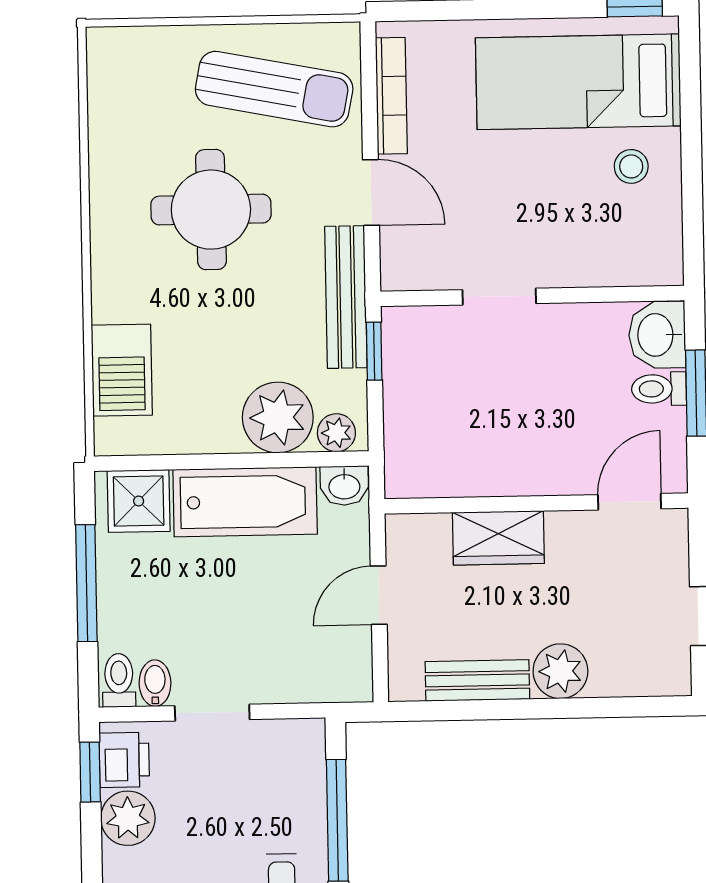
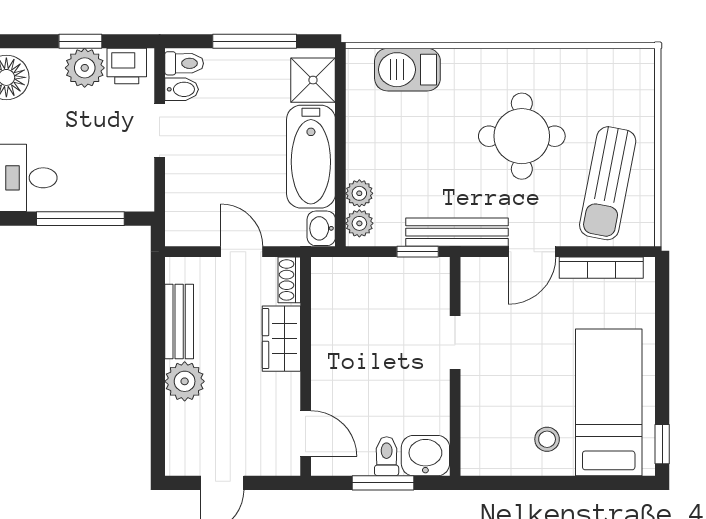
plant: (278, 417) -> (359, 193), width x0.53, depth x0.53
shoe rack: (417, 529) -> (289, 280), added
window: (90, 772) -> (80, 41), moved

